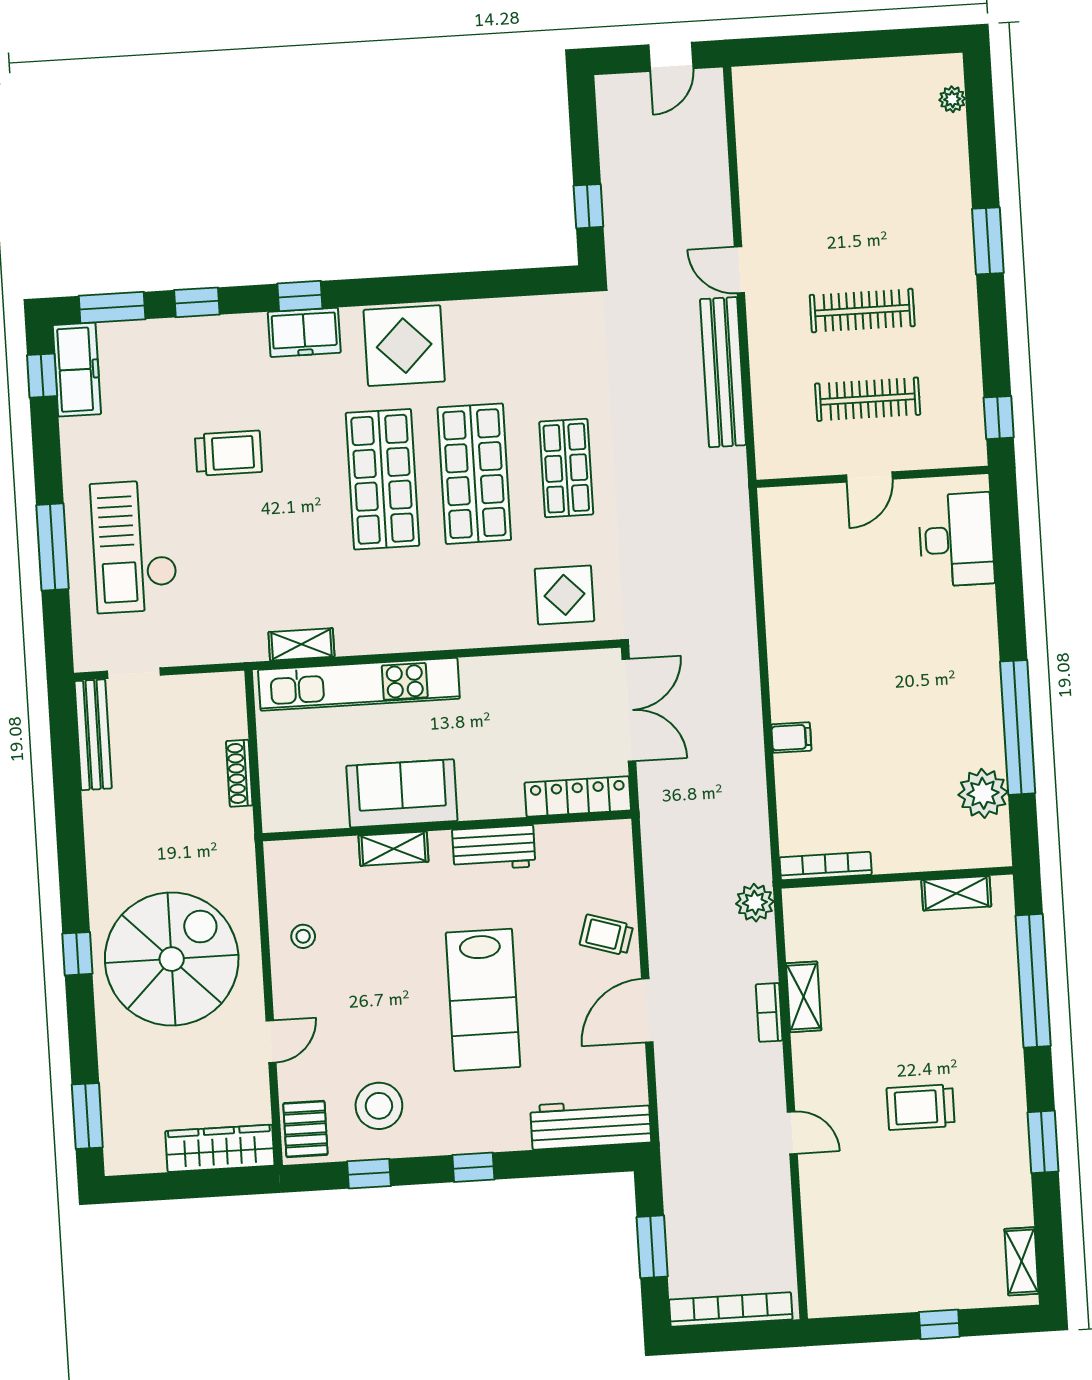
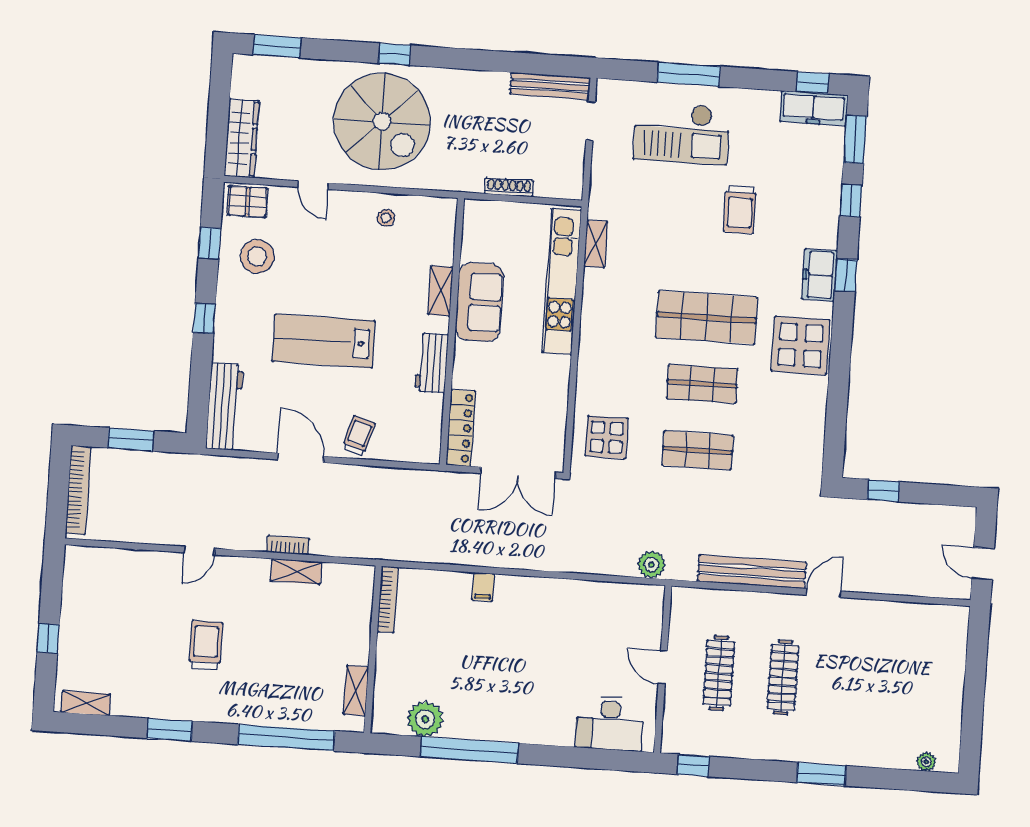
shop shelf: (474, 474) -> (702, 384), width x0.70, depth x0.74
checkout: (134, 546) -> (682, 133), turned 180
plant: (755, 903) -> (651, 565), moved

